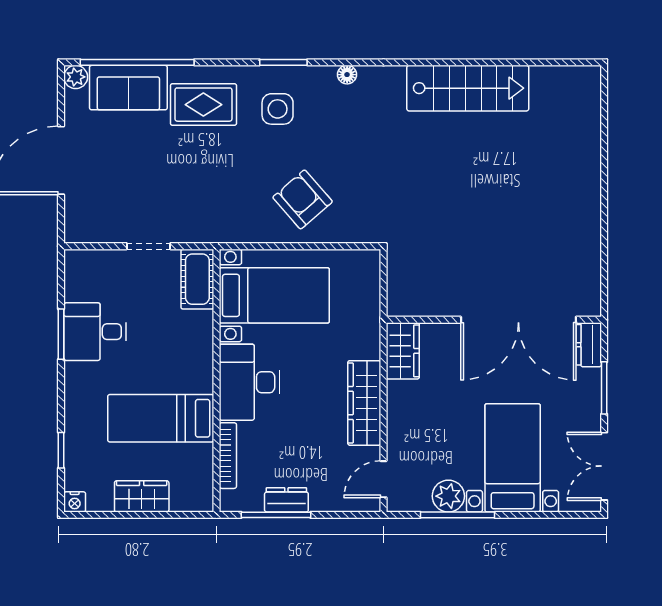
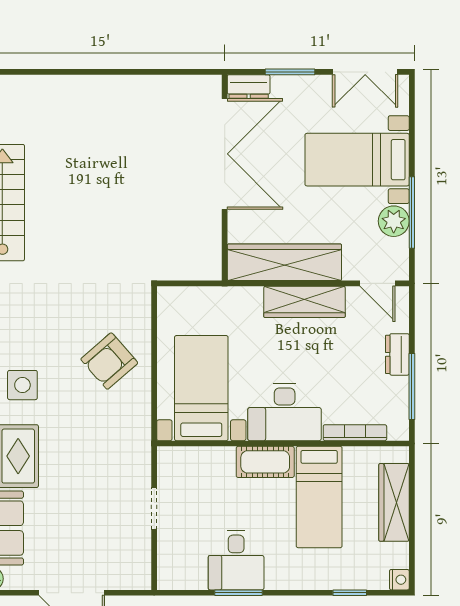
cot: (197, 279) -> (265, 462), moved
wardrobe: (403, 351) -> (284, 262), width x2.10, depth x1.17
wardrobe: (142, 496) -> (394, 502), width x1.50
dresser: (286, 500) -> (397, 354), moved

